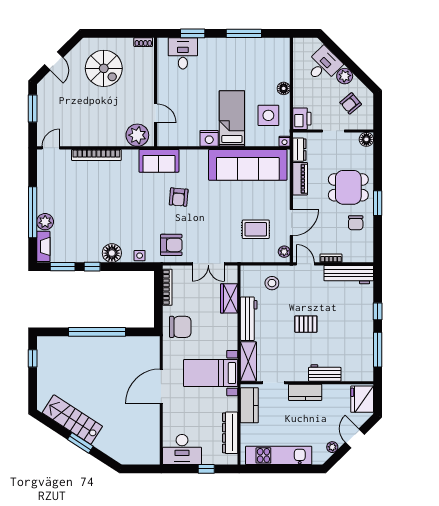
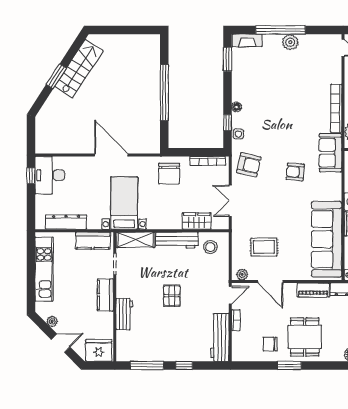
bookcase: (96, 155) -> (336, 108), moved
plant: (45, 222) -> (290, 42), moved
rug: (256, 229) -> (264, 247), turned 90
armchair: (171, 245) -> (249, 165), turned -77
floor lamp: (112, 253) -> (237, 107), width x0.53, depth x0.53
window: (92, 267) -> (228, 123), moved
stool: (272, 283) -> (210, 247), moved
window: (33, 358) -> (138, 30), removed
window: (206, 469) -> (31, 176), moved

